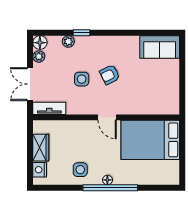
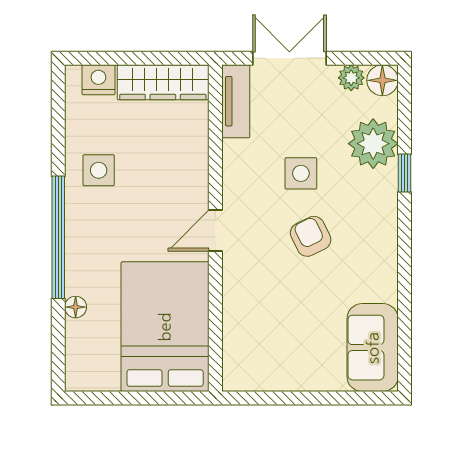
plant: (68, 42) -> (373, 144), width x1.87, depth x1.87
wardrobe: (41, 148) -> (163, 82), width x1.50
floor lamp: (107, 180) -> (76, 307), moved

